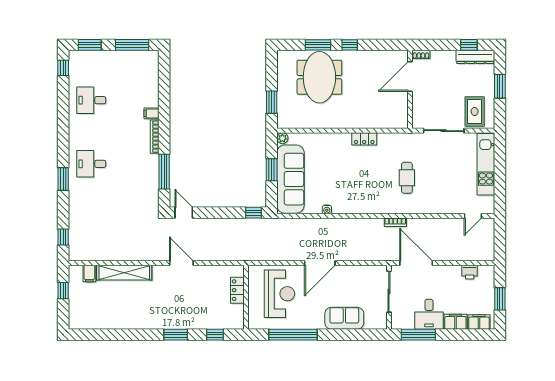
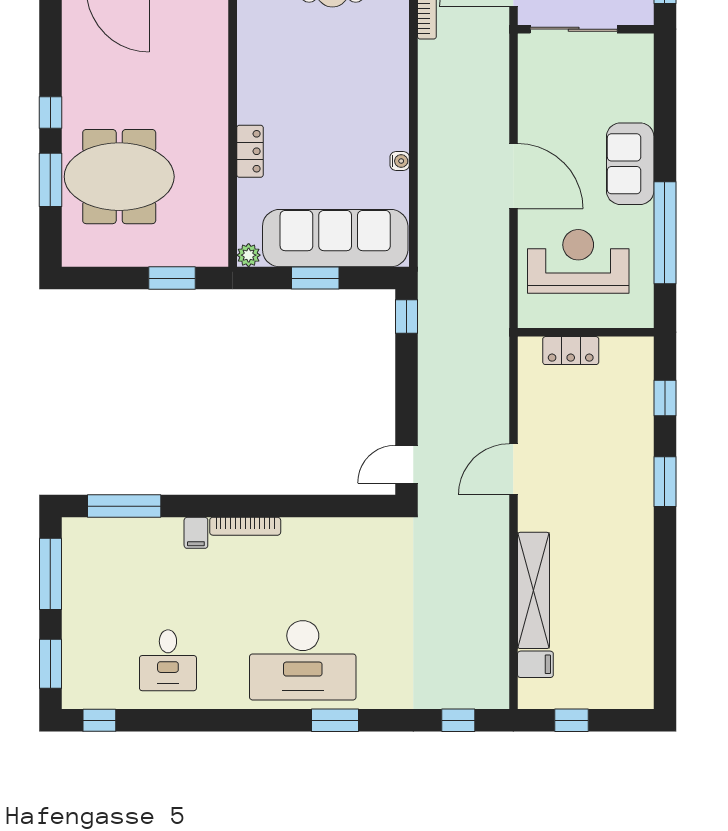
locker: (364, 139) -> (250, 151), moved
desk: (91, 164) -> (303, 660), width x1.87, depth x1.30
window: (164, 172) -> (124, 506), moved
sofa: (344, 318) -> (630, 164), moved

